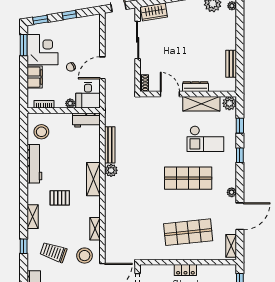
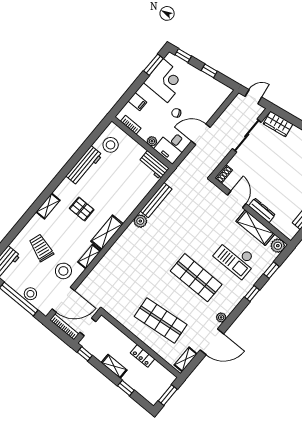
filing cabinet: (35, 77) -> (137, 102), width x0.50
shelving: (93, 179) -> (107, 233), moved
window: (24, 246) -> (21, 224), removed
locker: (185, 270) -> (142, 356), moved

